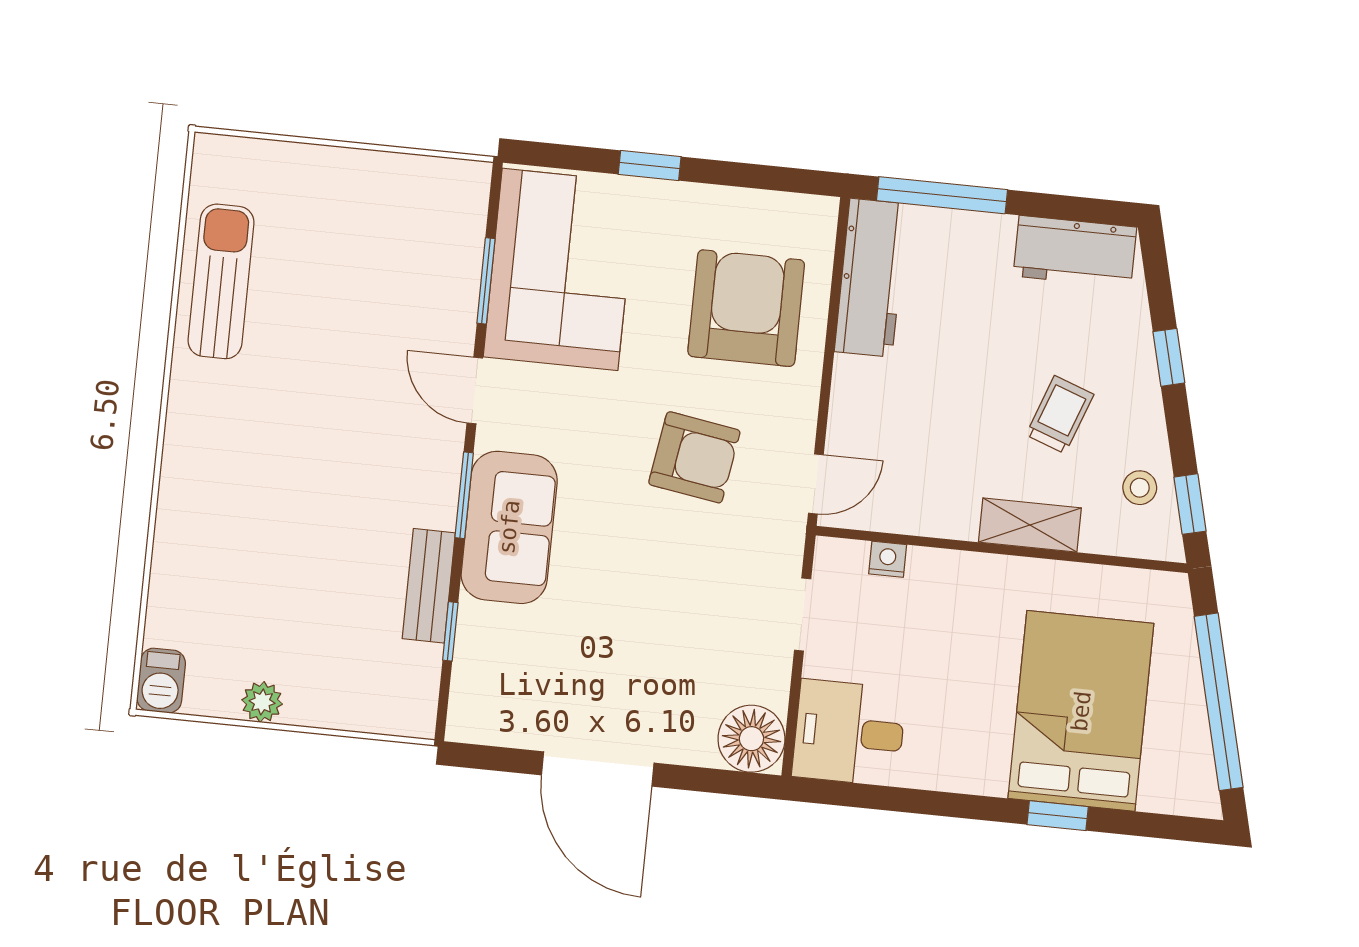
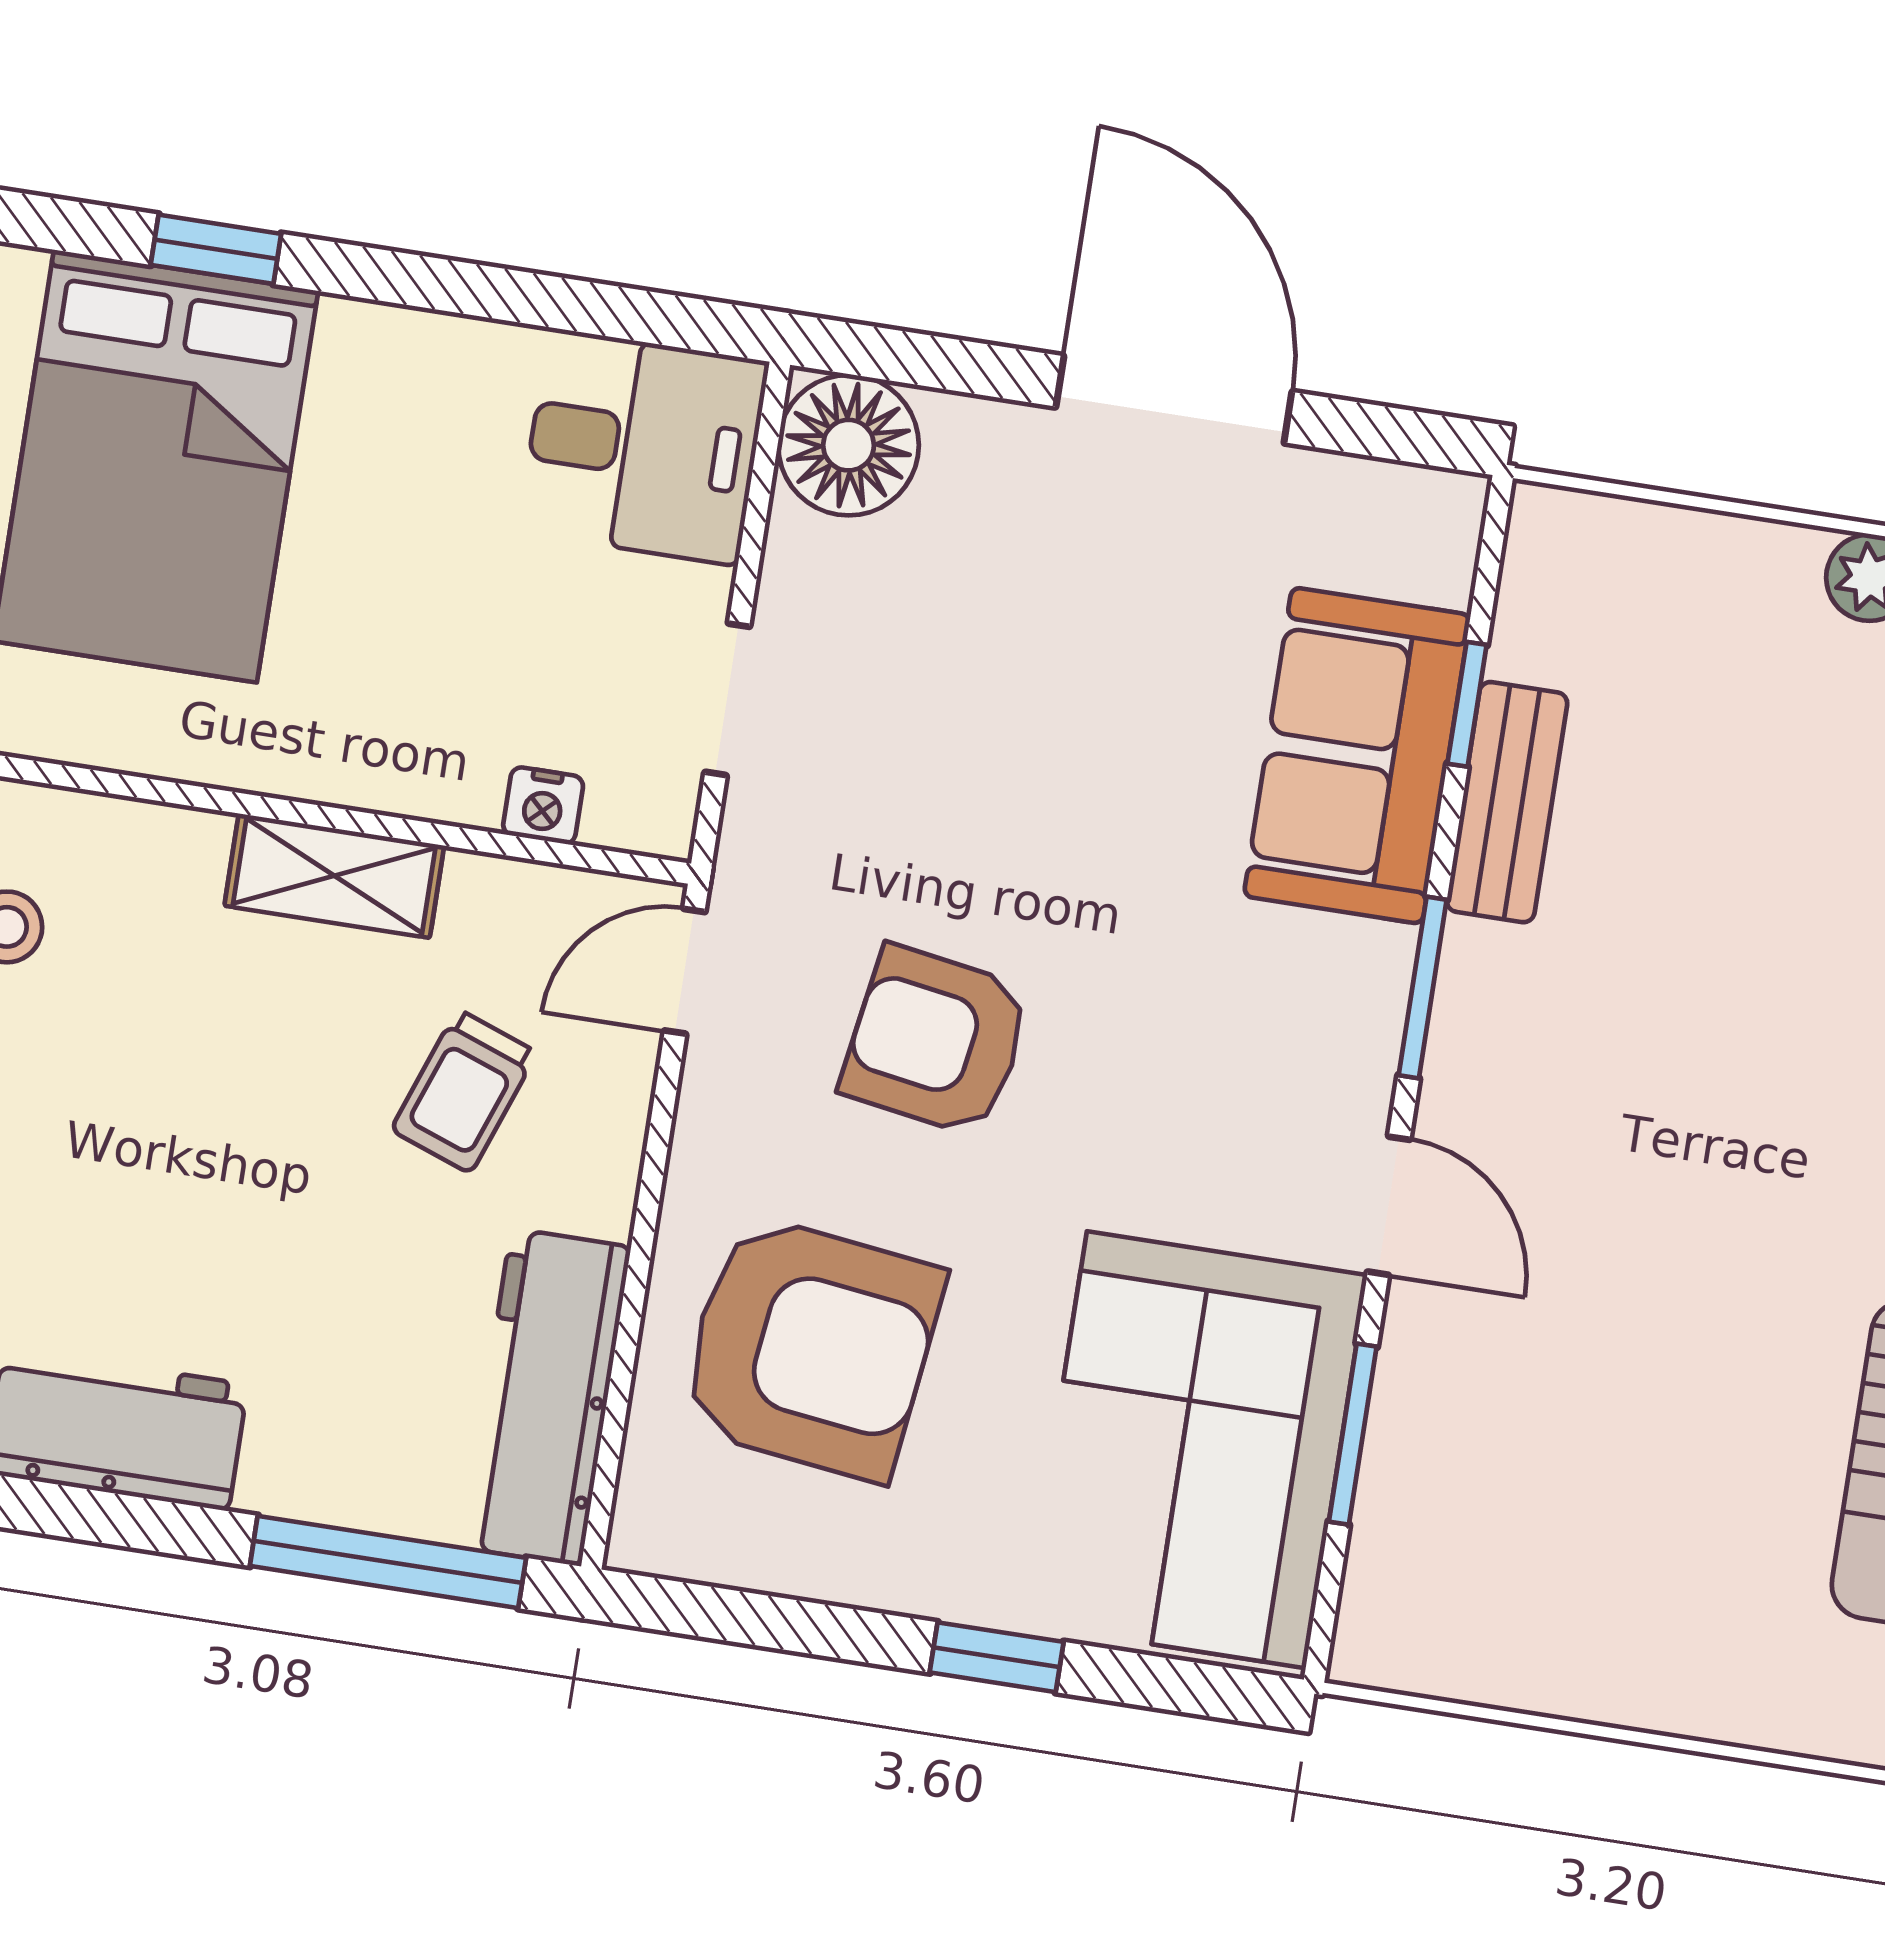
armchair: (746, 308) -> (811, 1348), turned -83
trolley: (1060, 415) -> (464, 1091), moved
shelving: (1030, 525) -> (334, 876), moved
sofa: (509, 527) -> (1357, 756), moved

